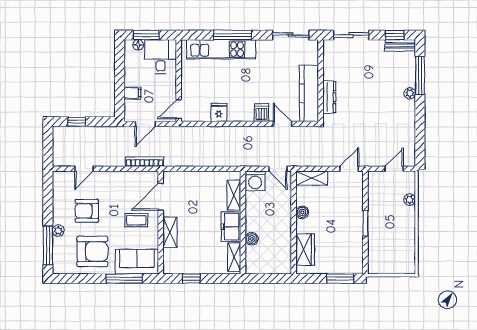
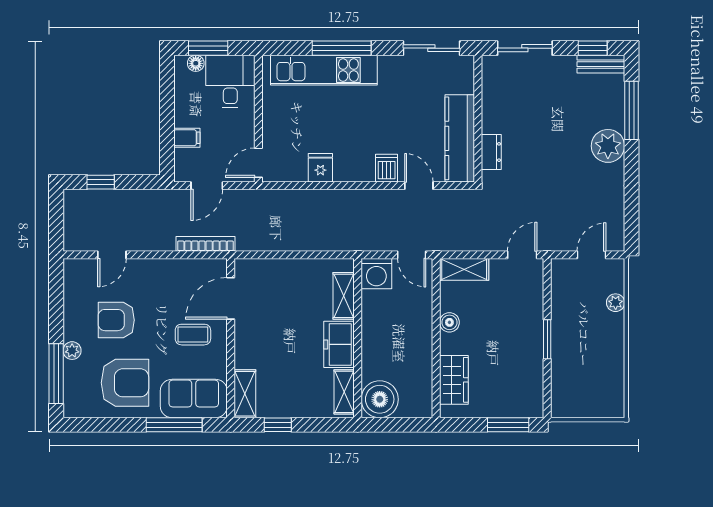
plant: (410, 93) -> (608, 146), width x1.88, depth x1.88
dresser: (329, 97) -> (491, 152), width x0.70
shelving: (170, 232) -> (245, 394), moved
boiler: (252, 239) -> (380, 399), moved, width x1.86, depth x1.86

